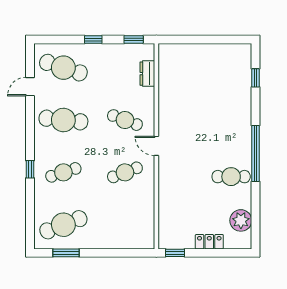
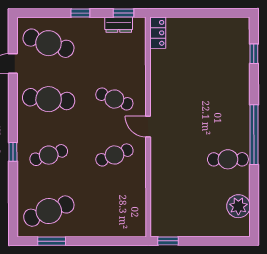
dresser: (147, 74) -> (119, 25), moved, turned -90
locker: (209, 242) -> (158, 33), moved, turned 90

